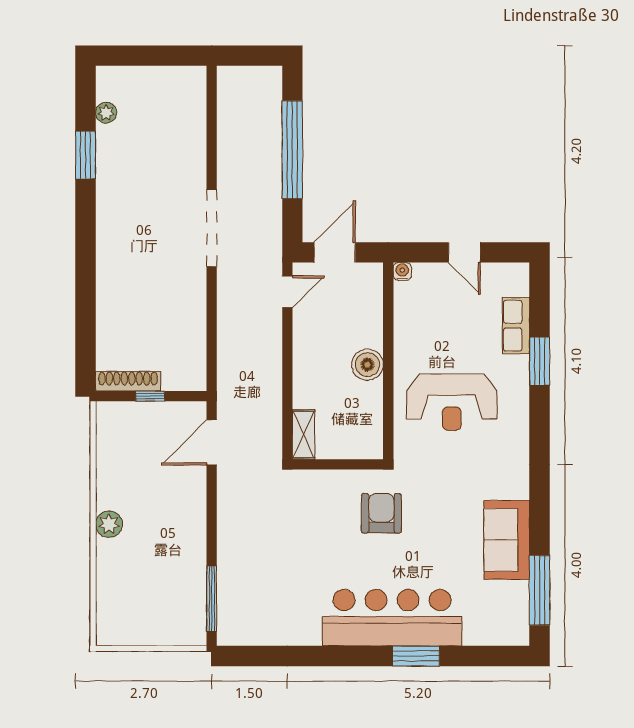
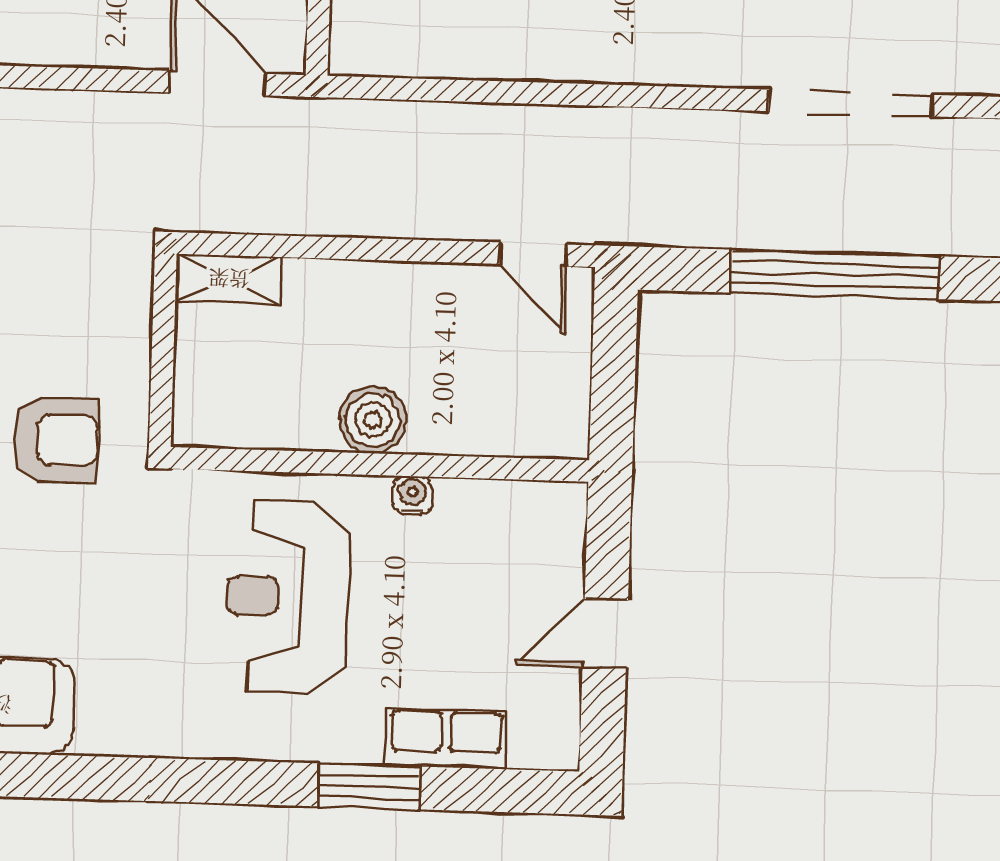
doorway: (212, 228) -> (850, 103), moved
door: (335, 252) -> (614, 358), removed
water cooler: (402, 271) -> (413, 495), moved, turned -90

